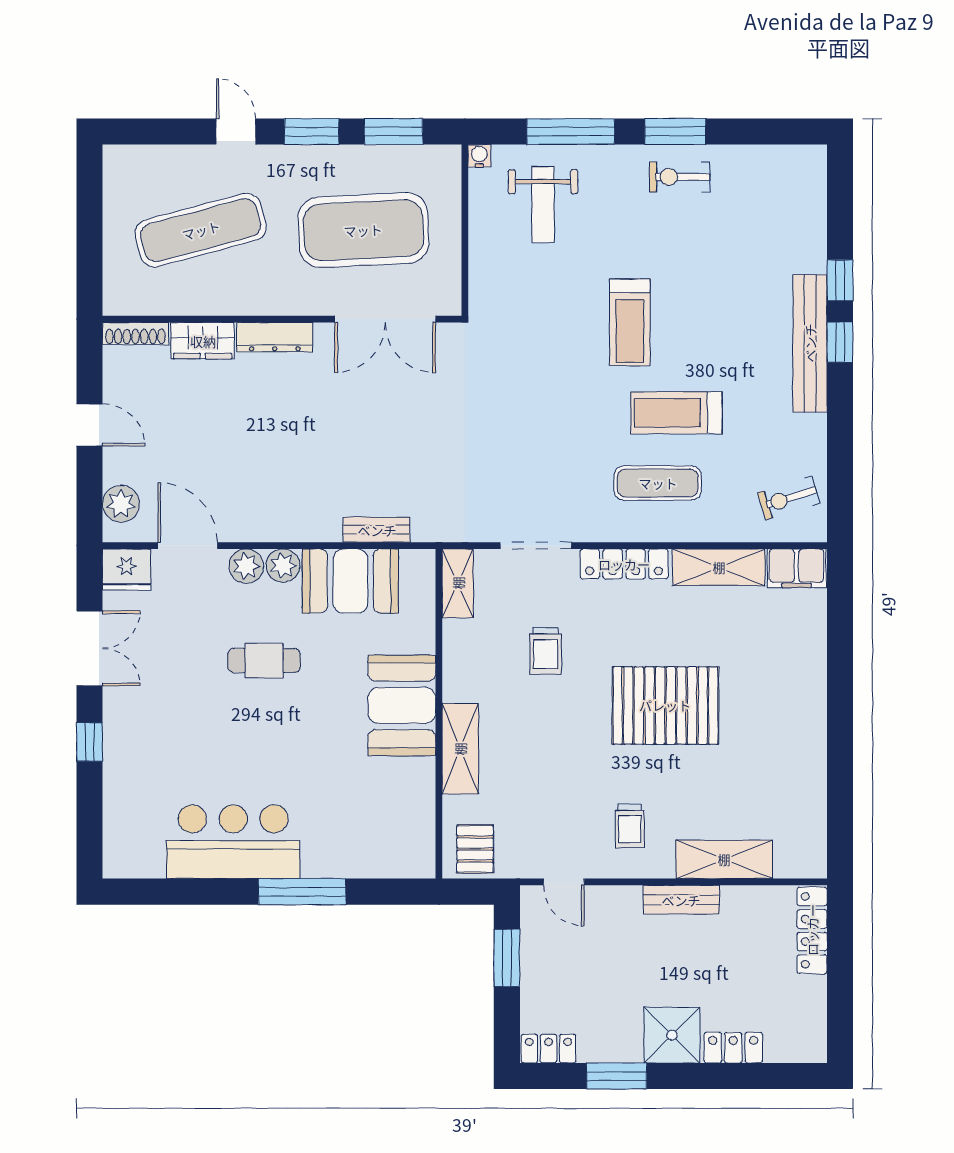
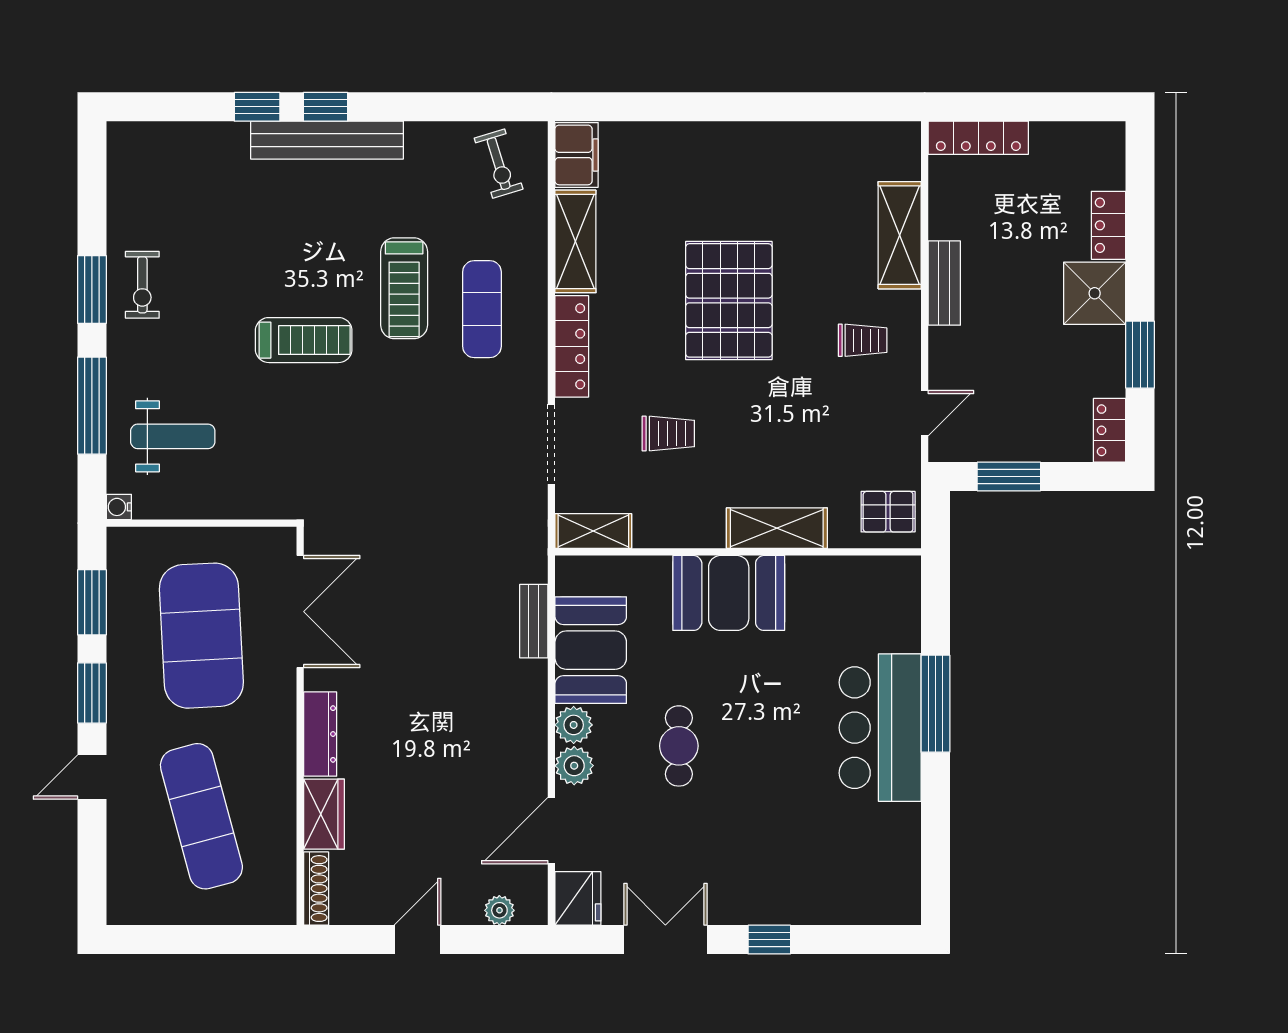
plant: (121, 504) -> (499, 910), width x0.73, depth x0.73
bar counter: (233, 842) -> (880, 728), moved

